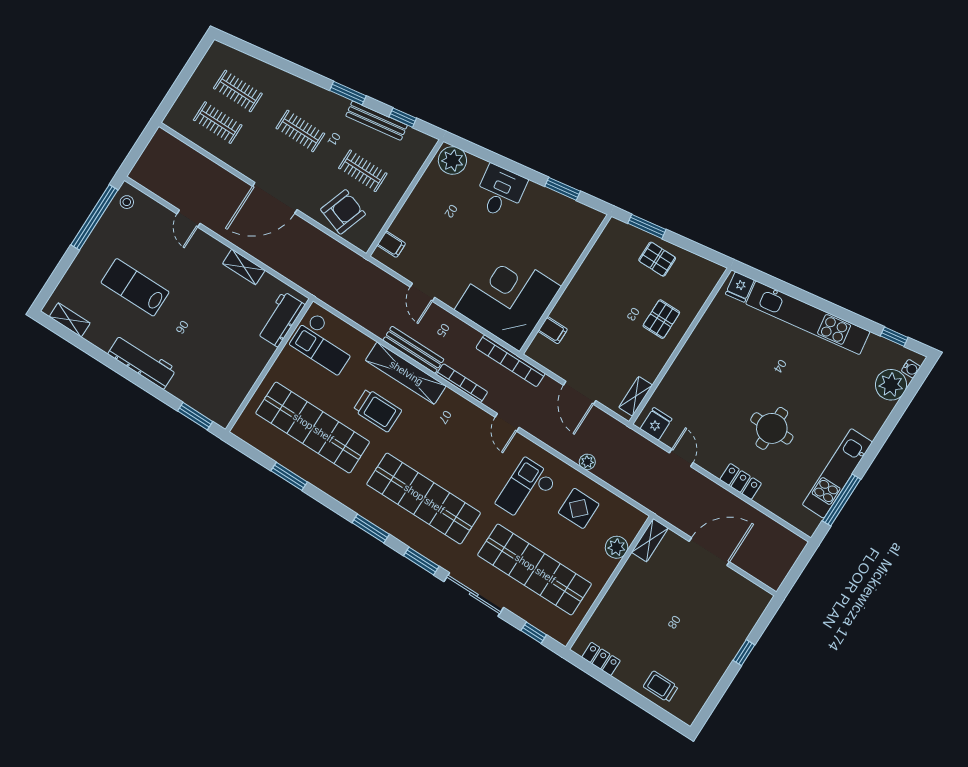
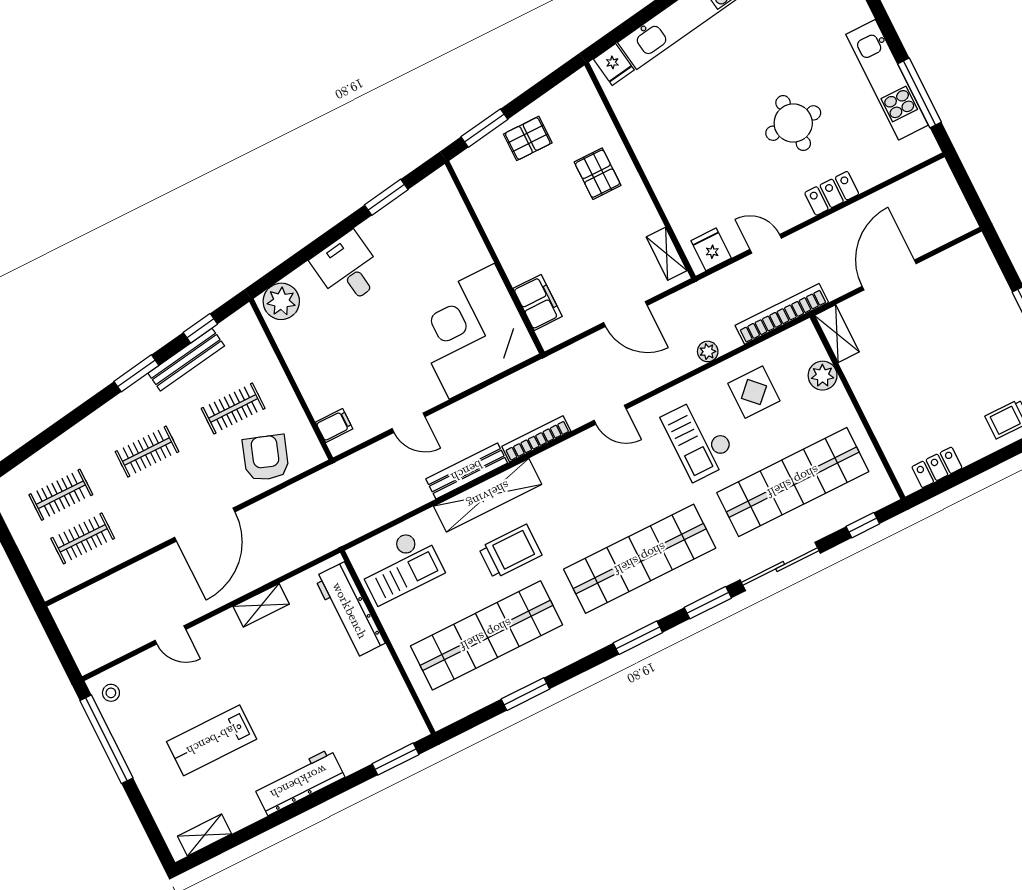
workbench: (281, 319) -> (350, 610), width x1.38
filing cabinet: (553, 330) -> (538, 302), width x2.00
bookcase: (511, 361) -> (782, 314), moved, turned 180

